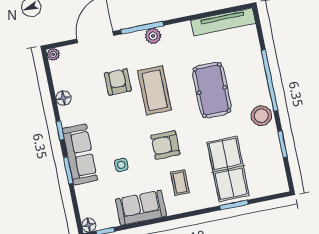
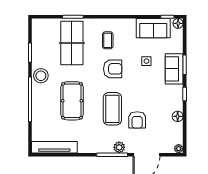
plant: (153, 36) -> (119, 147), moved
sofa: (80, 154) -> (174, 69), width x0.73
sofa: (141, 208) -> (153, 28), moved

